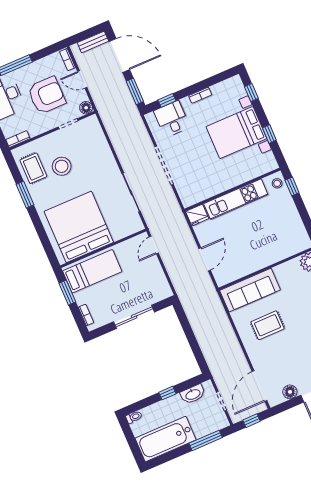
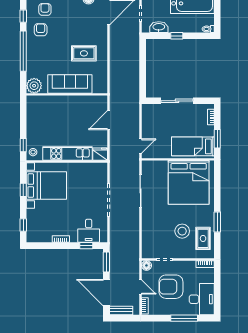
bed with nightstands: (236, 133) -> (46, 186), moved
sofa: (250, 290) -> (70, 84), moved

